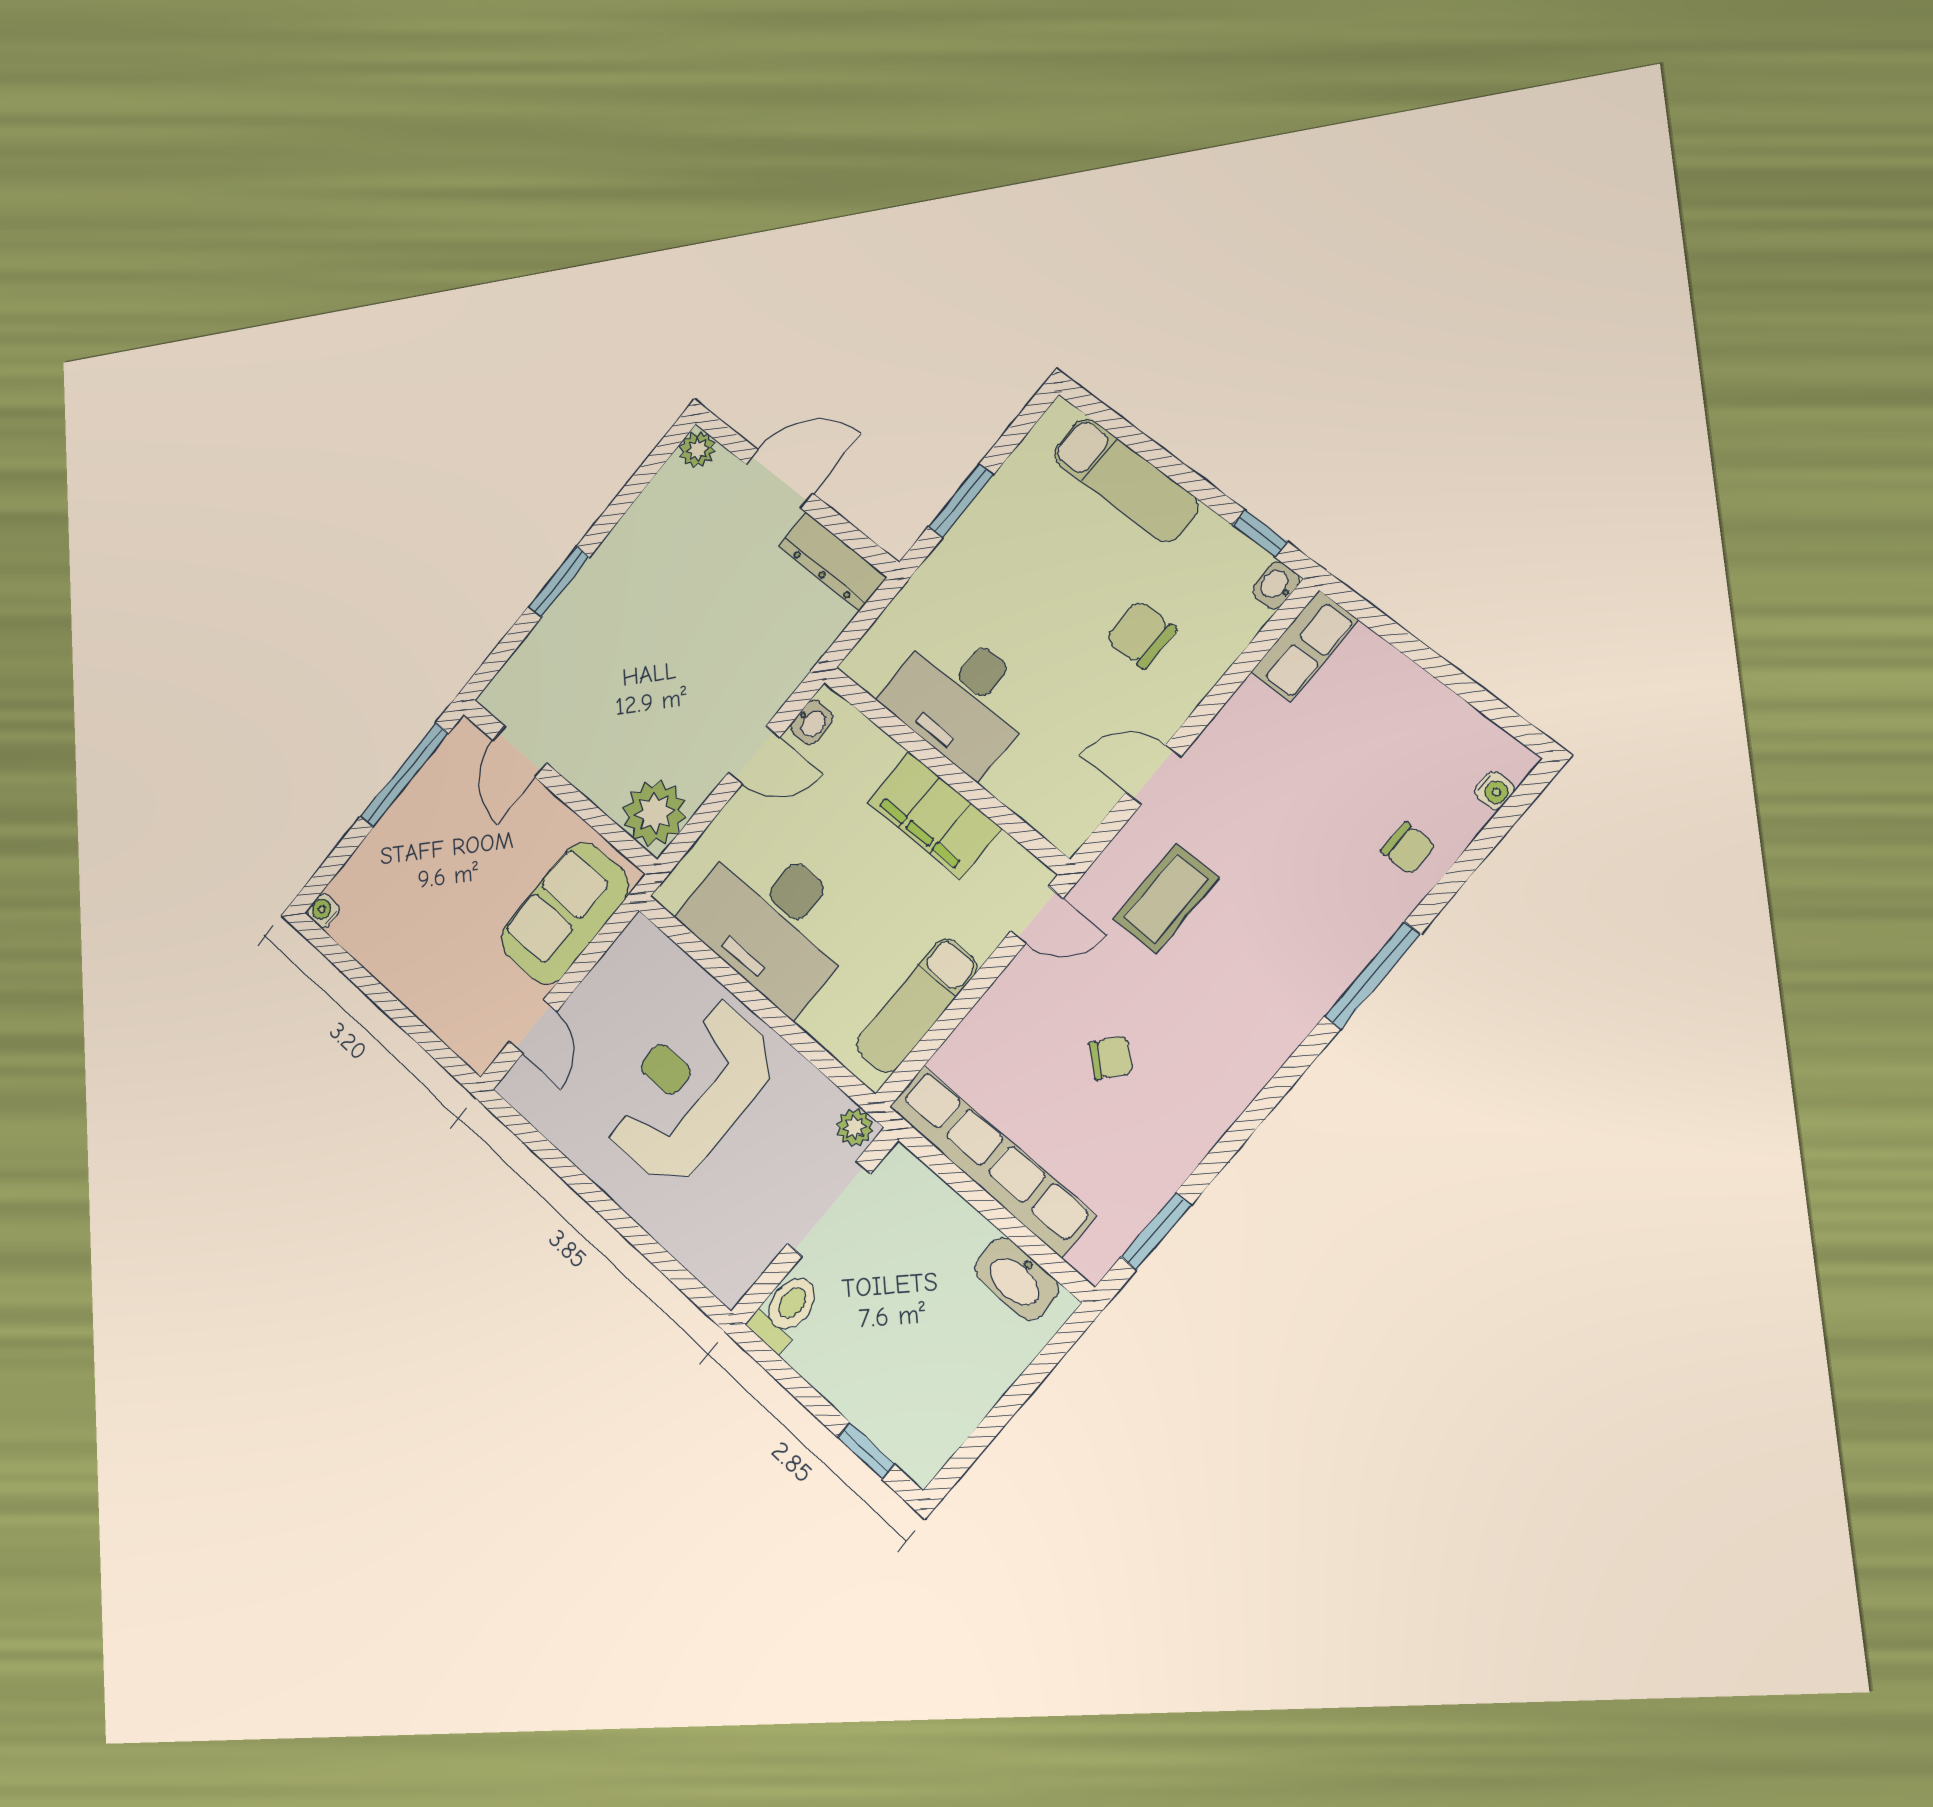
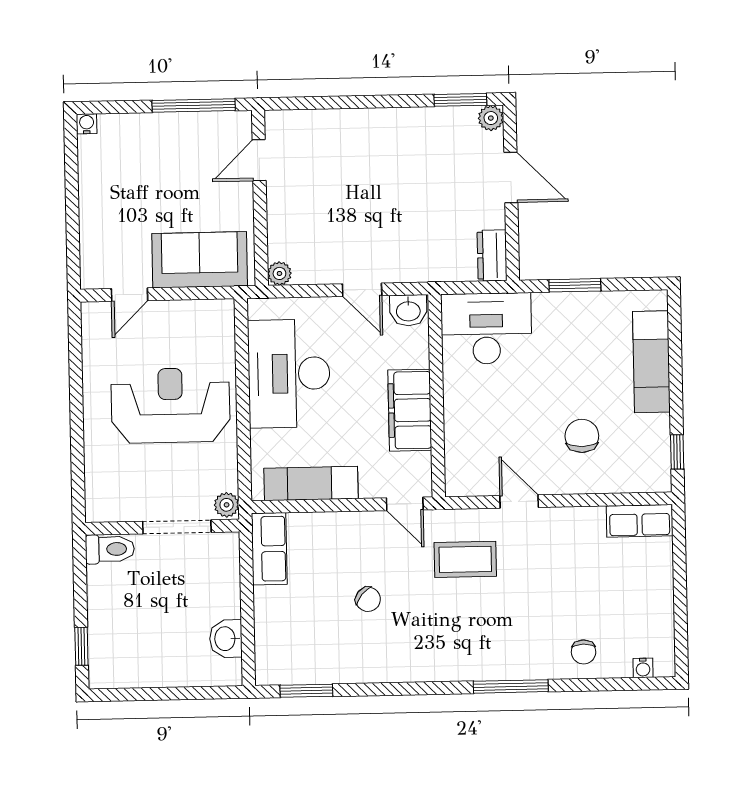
dresser: (833, 561) -> (492, 255), width x0.70
window: (559, 582) -> (460, 100), moved
washbasin: (1276, 585) -> (658, 482), removed
desk: (961, 699) -> (486, 329), moved, turned 90
washbasin: (812, 722) -> (408, 310), width x1.38, depth x1.45
plant: (655, 813) -> (279, 273), width x0.53, depth x0.53
row of seats: (992, 1161) -> (269, 549), width x0.50
washbasin: (1017, 1279) -> (226, 639), width x0.72

